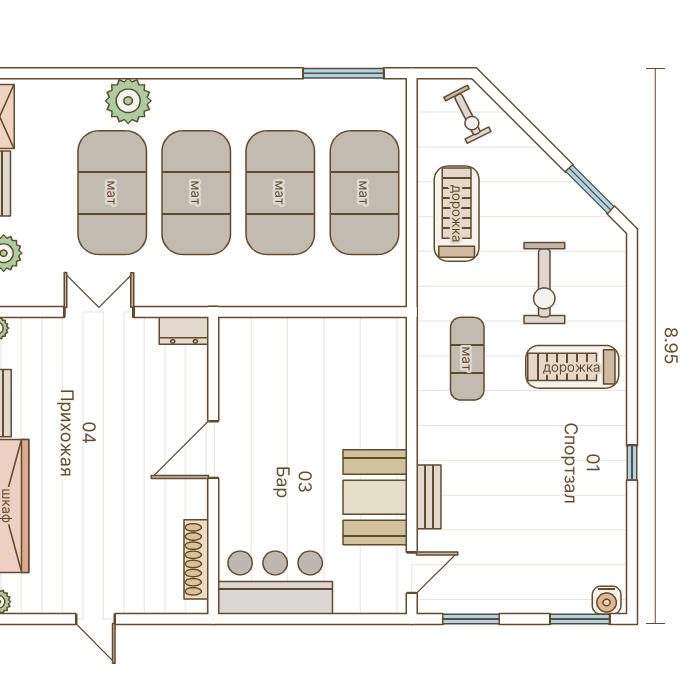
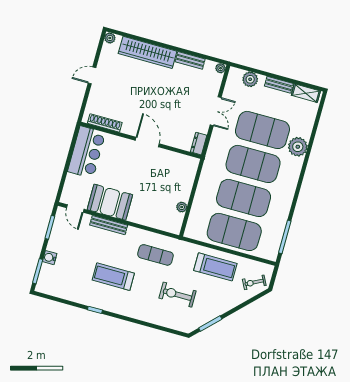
plant: (341, 329) -> (182, 207), added
treadmill: (572, 367) -> (113, 277), moved, turned -90
bench: (429, 497) -> (109, 225), width x1.36
water cooler: (607, 600) -> (50, 258), moved

